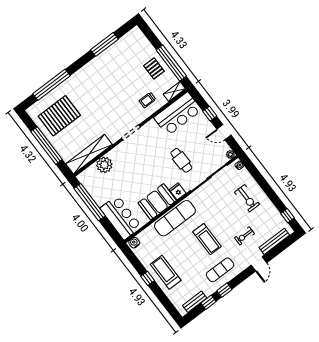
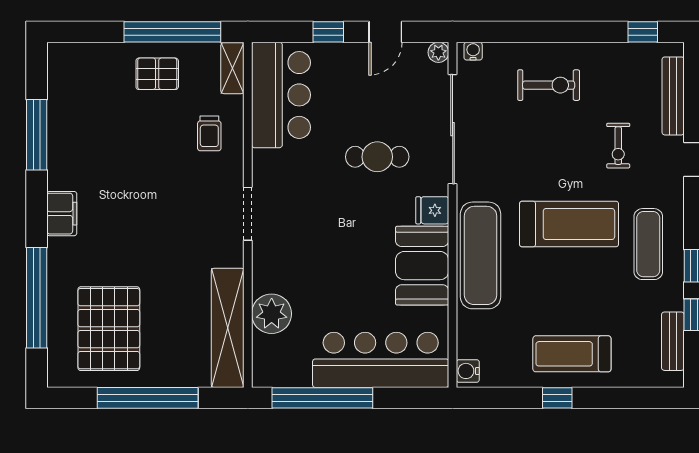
filing cabinet: (85, 72) -> (62, 214), added
bar counter: (121, 218) -> (381, 360), width x1.36
treadmill: (207, 239) -> (569, 224), width x1.37, depth x1.38

